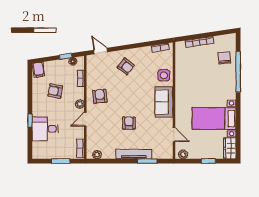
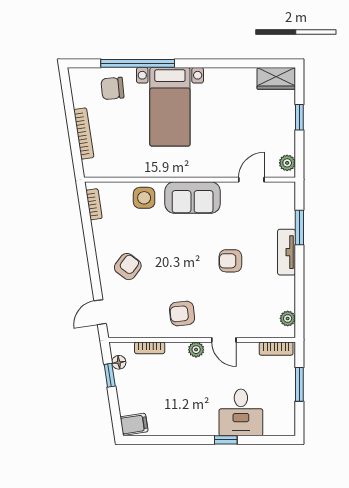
armchair: (55, 91) -> (173, 394), removed
bed with nightstands: (214, 118) -> (170, 107), moved
tv unit: (134, 154) -> (286, 252), width x0.71

